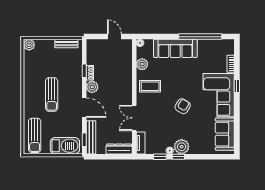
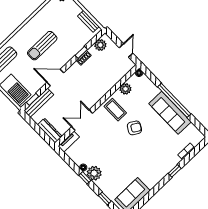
window: (200, 37) -> (174, 100), moved
sofa: (175, 48) -> (170, 113), moved
plant: (92, 87) -> (100, 45), moved
corner sofa: (219, 95) -> (156, 164), removed
armchair: (183, 106) -> (134, 128), moved
door: (84, 108) -> (55, 78), swing flipped
window: (160, 157) -> (105, 198), moved

